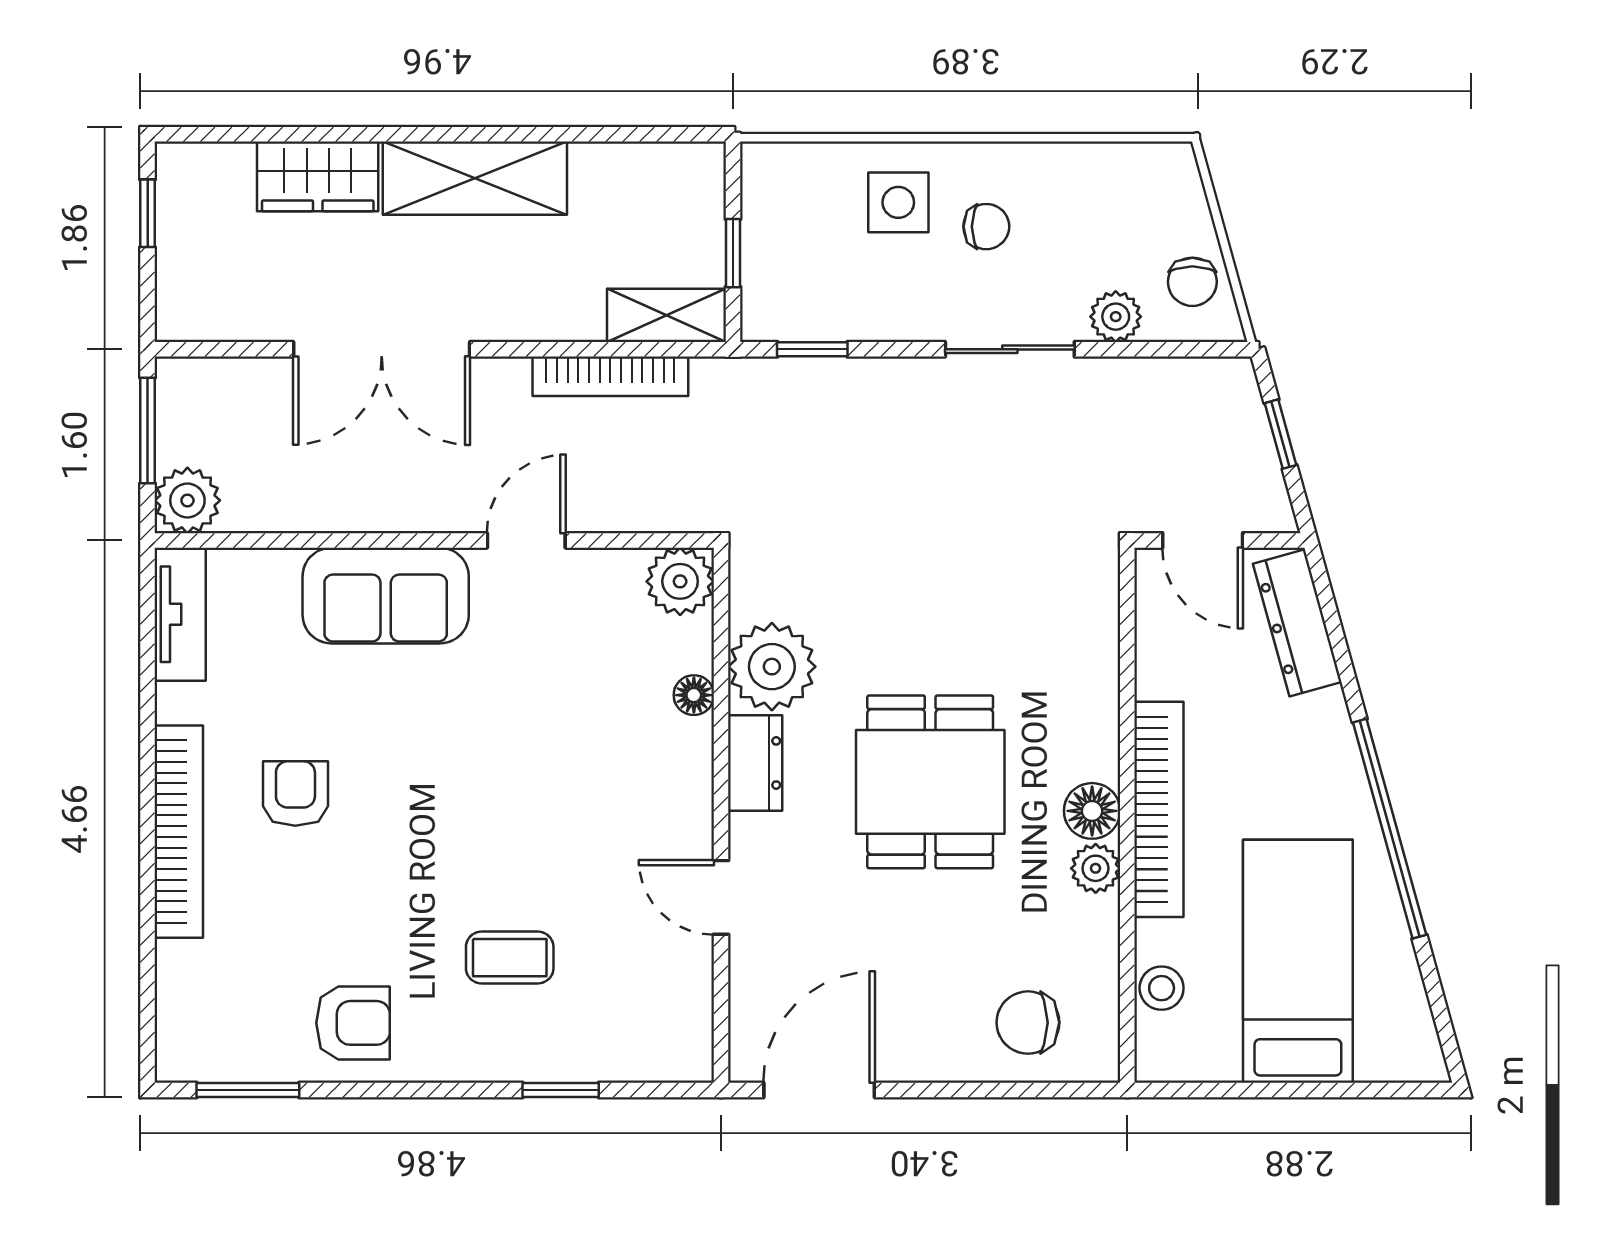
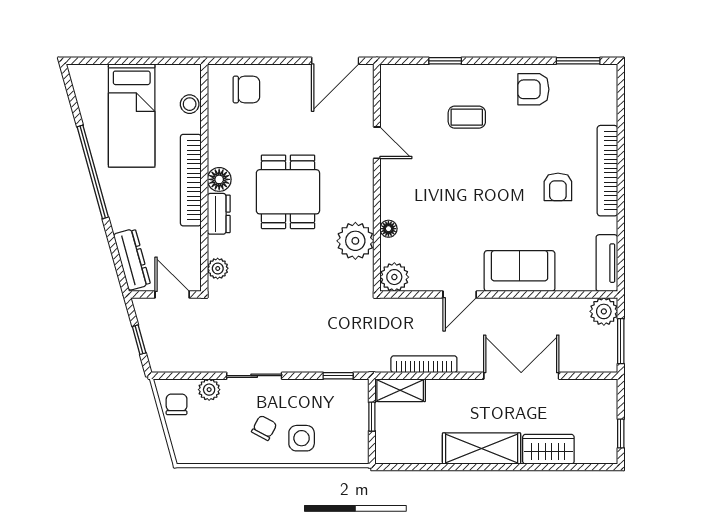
chair: (986, 227) -> (264, 428), turned 118
dresser: (755, 763) -> (219, 214), moved, turned 180
plant: (1096, 868) -> (218, 268), moved

